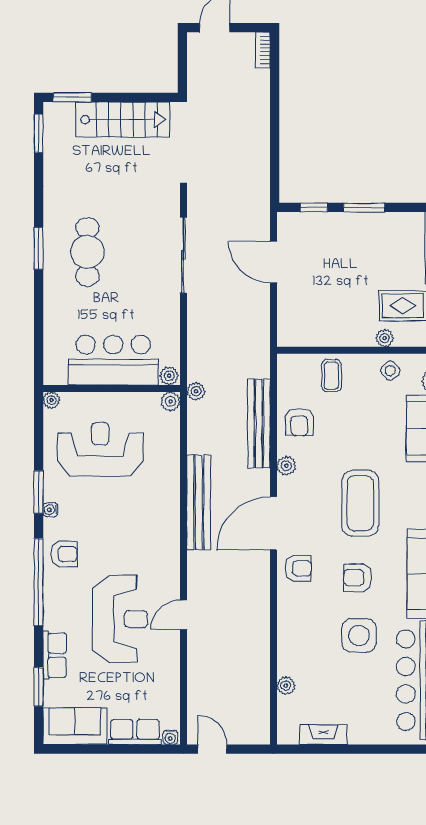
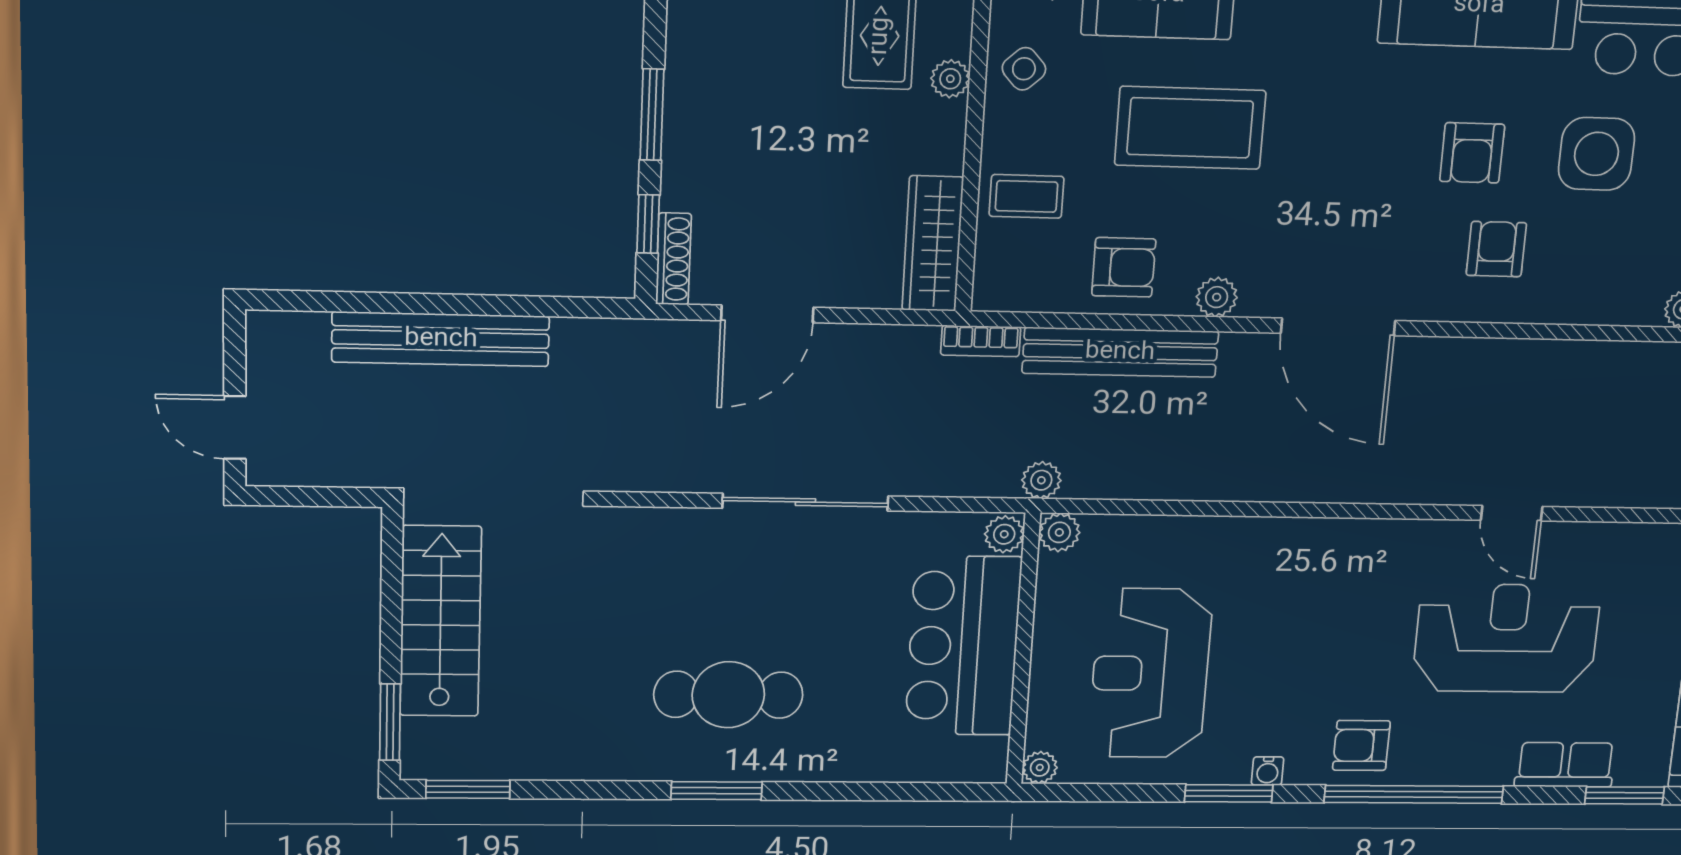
bookcase: (263, 50) -> (981, 341), moved
shoe rack: (298, 219) -> (673, 259), added
sliding door: (184, 255) -> (805, 502), moved
wardrobe: (308, 335) -> (933, 244), added
bench: (199, 502) -> (441, 339), moved
coffee table: (360, 503) -> (1190, 128), moved
armchair: (64, 554) -> (1361, 745), turned -90
armchair: (298, 568) -> (1496, 249), moved

